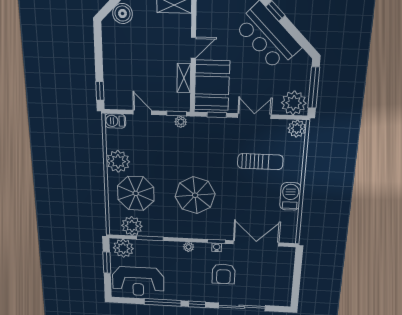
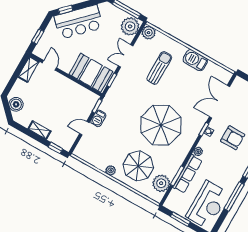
door: (193, 48) -> (49, 65), moved
shelving: (184, 78) -> (39, 130), moved
barbecue: (115, 121) -> (98, 118), moved
plant: (181, 122) -> (104, 106), removed
plant: (118, 161) -> (111, 170), width x0.53, depth x0.53
parasol: (195, 195) -> (161, 125), width x1.36, depth x1.36
row of seats: (158, 247) -> (188, 174), added
plant: (123, 248) -> (175, 200), removed

